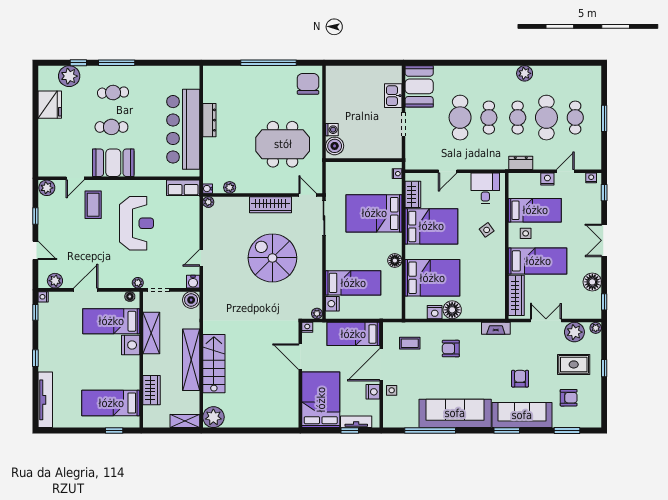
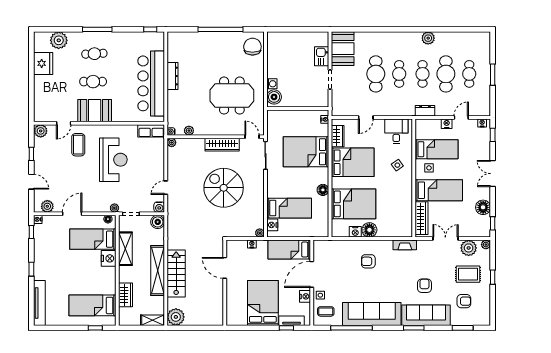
window: (78, 63) -> (150, 29), moved
coffee table: (410, 343) -> (326, 311), moved
door: (300, 357) -> (225, 268), moved
wall: (300, 375) -> (225, 283), moved

